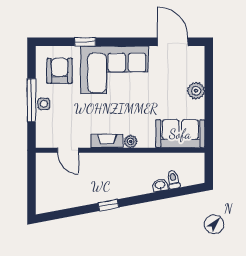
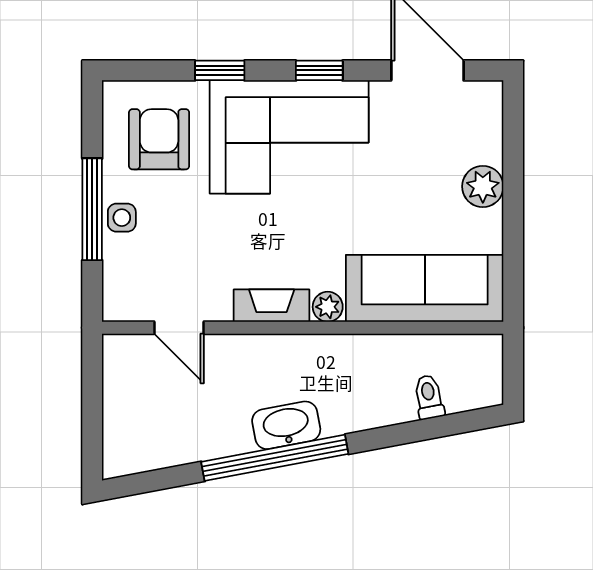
window: (127, 42) -> (319, 70), added
sofa: (180, 134) -> (425, 288), width x1.36
washbasin: (160, 185) -> (286, 425), moved, width x1.91, depth x1.45
window: (108, 205) -> (275, 458), width x3.17

